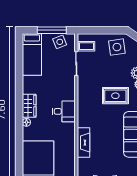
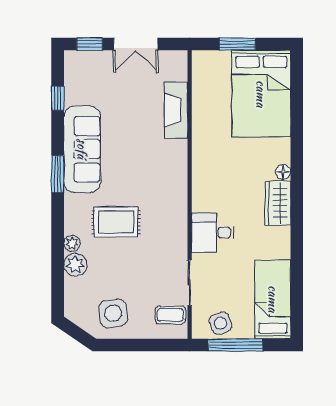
desk: (64, 111) -> (213, 233), moved
fireplace: (83, 143) -> (176, 110), moved

